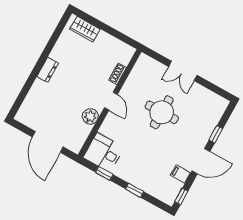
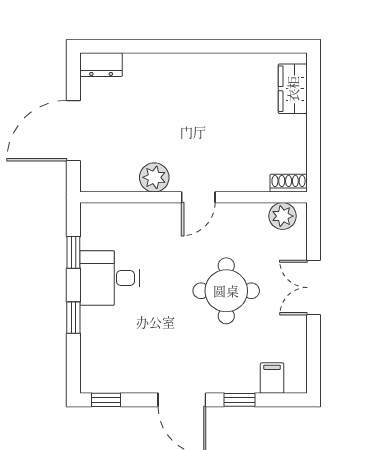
plant: (141, 67) -> (283, 216), added
dresser: (48, 70) -> (101, 65), moved
shoe rack: (118, 74) -> (289, 183), moved
desk: (104, 152) -> (109, 278), moved, turned -90
filing cabinet: (180, 174) -> (272, 378), moved

